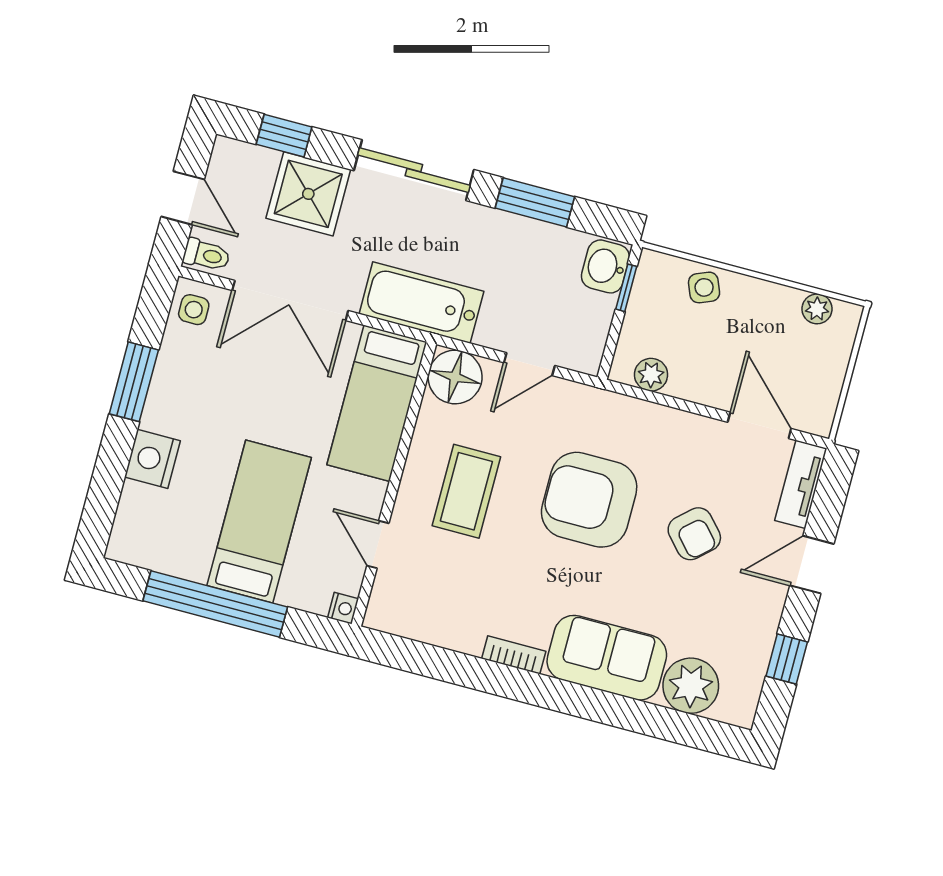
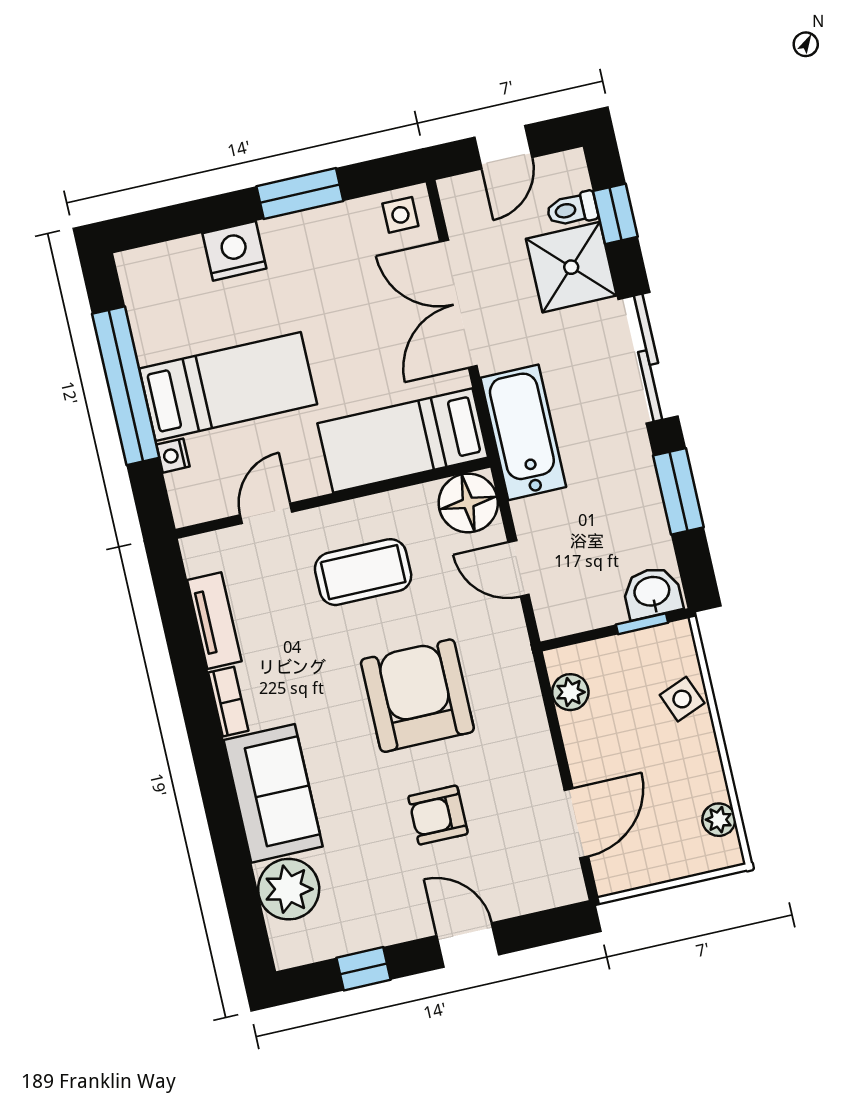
toilet: (206, 255) -> (572, 209), moved, turned 90
tv unit: (801, 484) -> (214, 621), moved, turned 90
armchair: (694, 534) -> (438, 815), turned 42
nightstand: (343, 608) -> (173, 456), moved, turned 90

